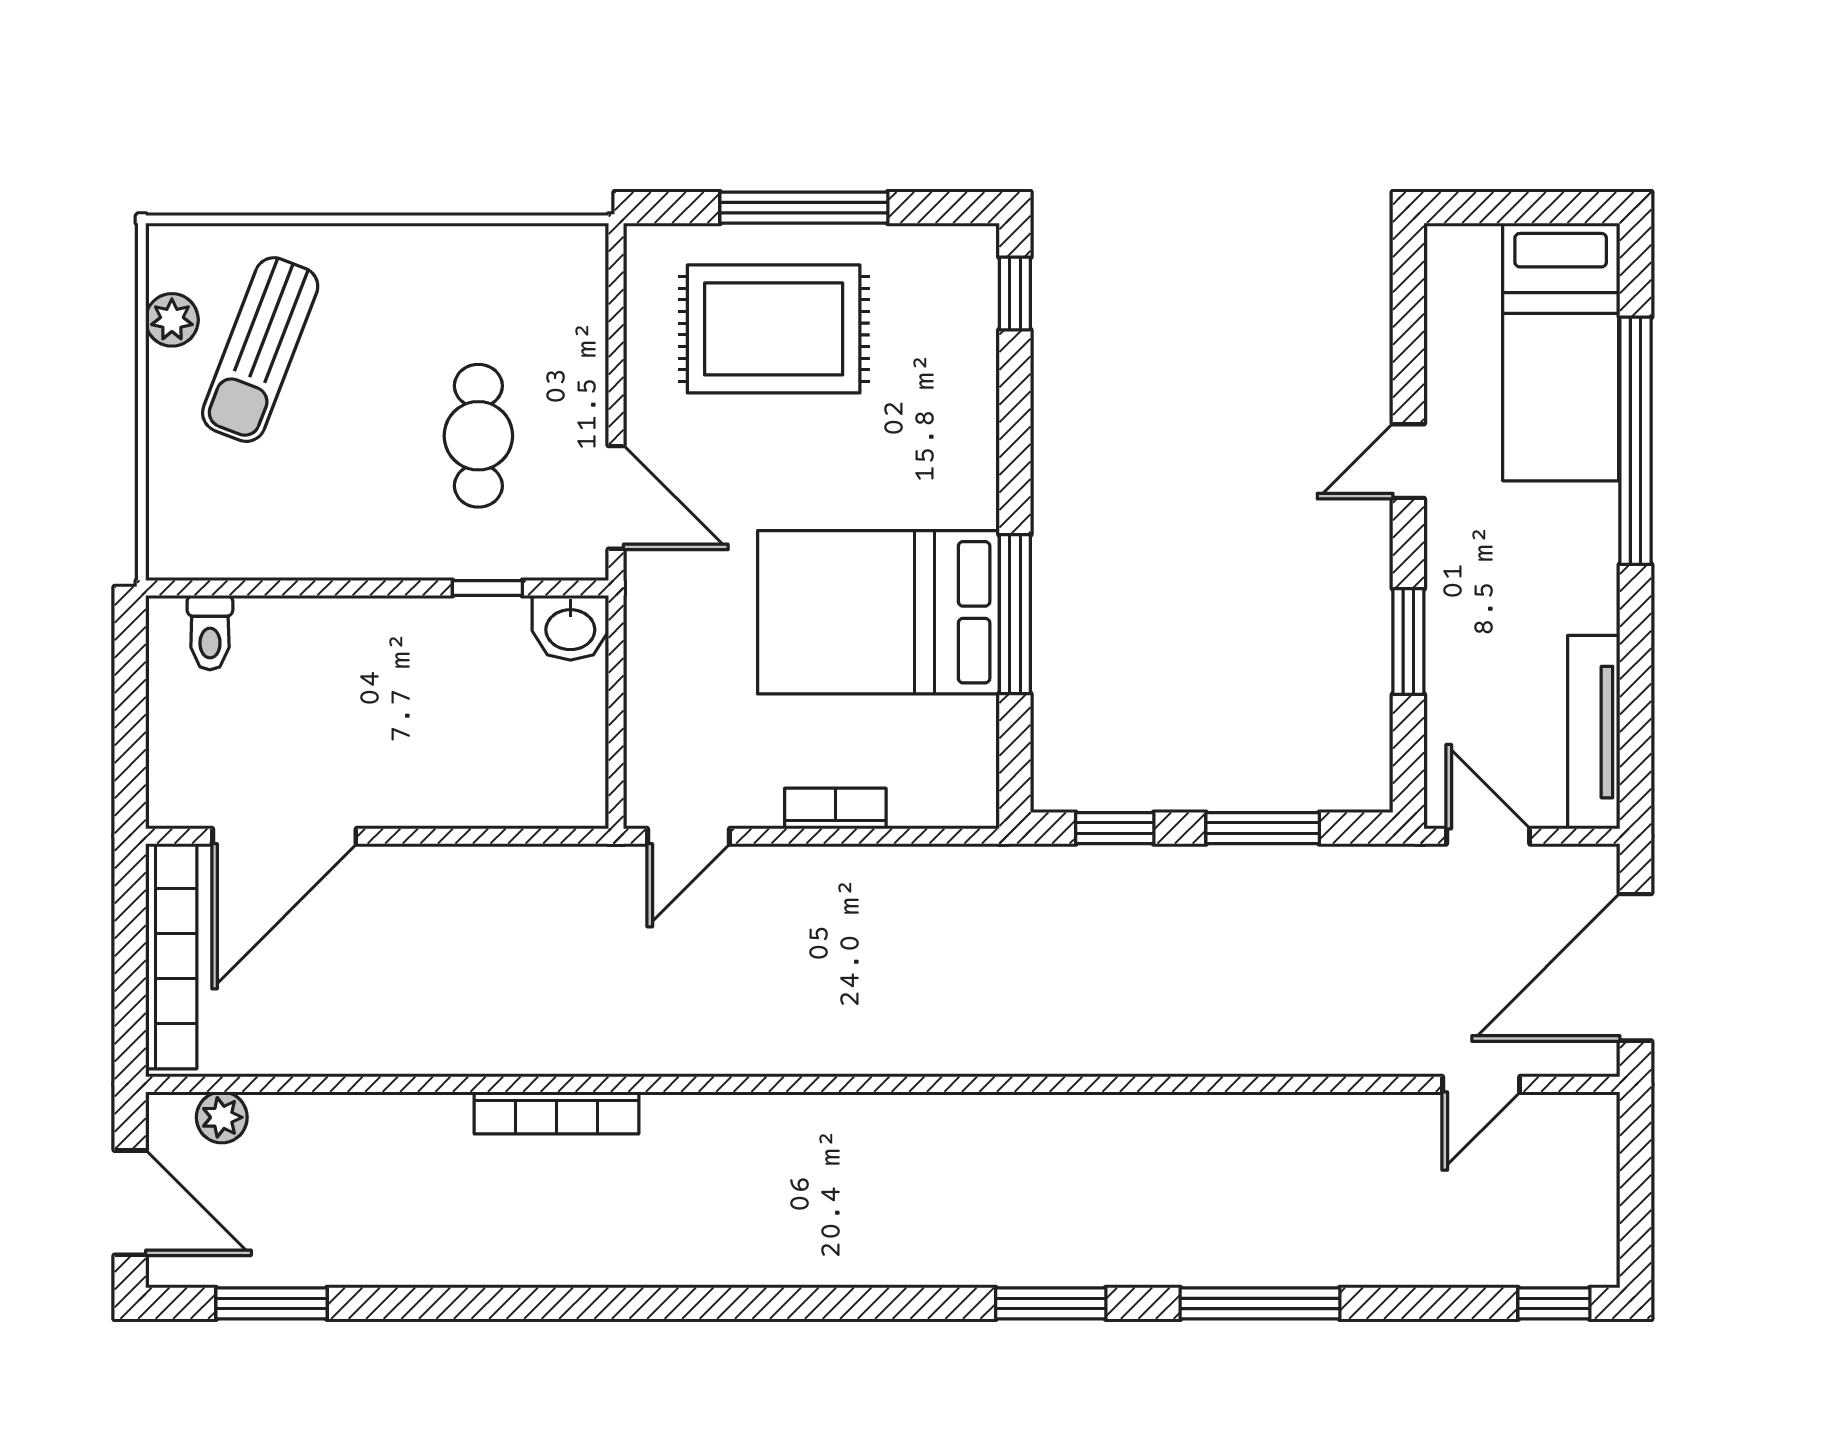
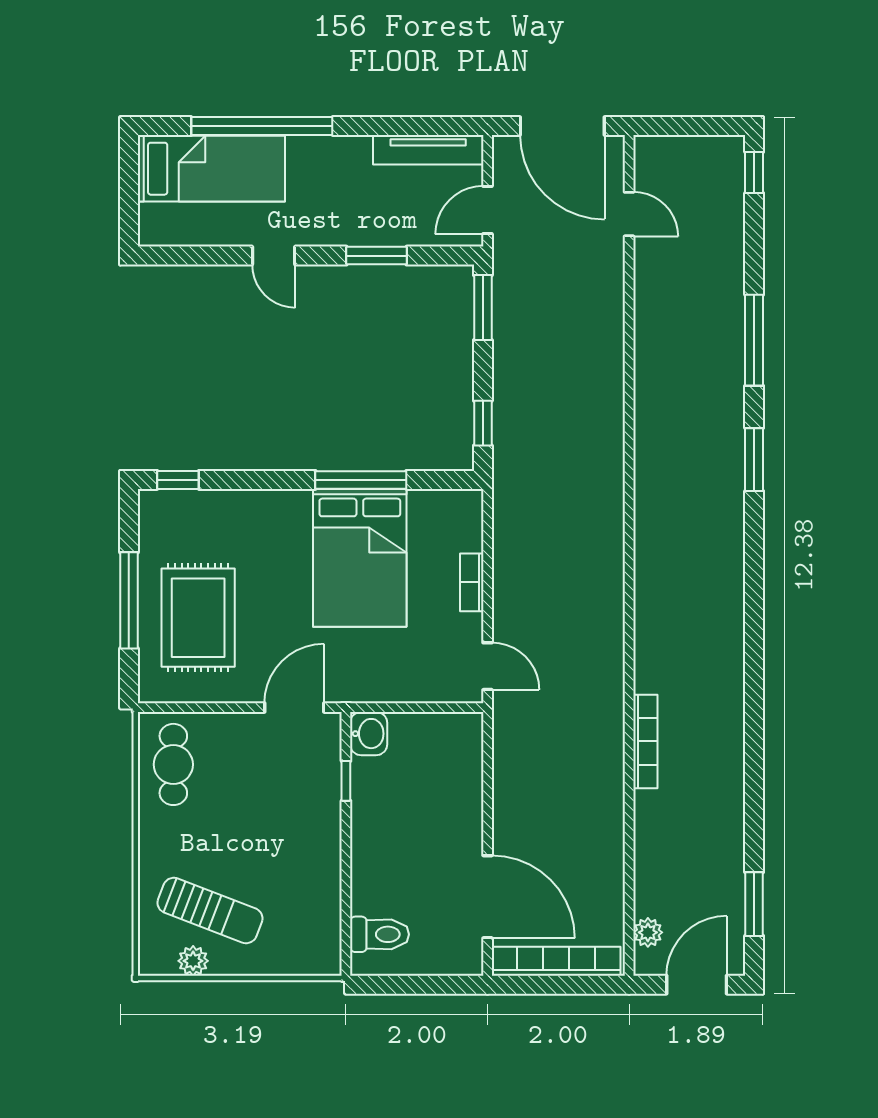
cafe table: (478, 436) -> (173, 764), moved, turned 90
toilet: (210, 633) -> (380, 934), width x1.37, depth x1.39
window: (1263, 828) -> (483, 308), moved

